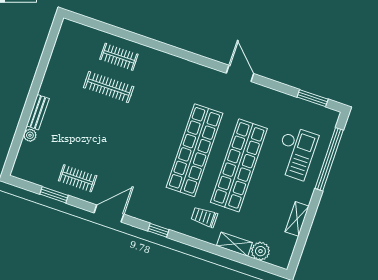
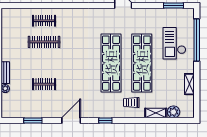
checkout: (295, 153) -> (174, 43), turned 180
clothes rail: (78, 178) -> (44, 84), moved

